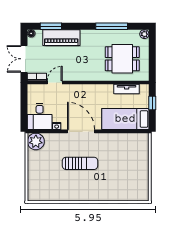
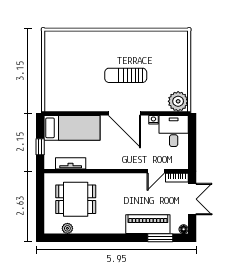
window: (112, 26) -> (88, 238), removed
plant: (144, 34) -> (67, 228), moved

